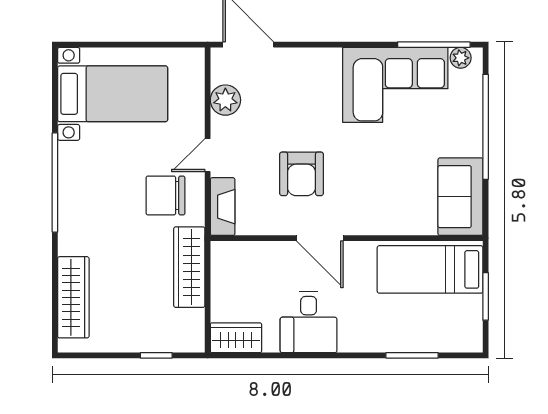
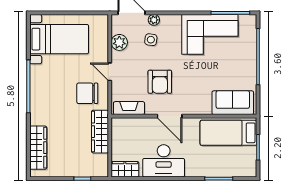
plant: (461, 58) -> (154, 20), moved
side table: (285, 95) -> (151, 40), added
door: (208, 155) -> (110, 72), hinge flipped
sofa: (460, 197) -> (233, 103), moved, turned 90
fireplace: (223, 207) -> (129, 108), moved, turned -90
desk: (309, 322) -> (164, 161), width x1.37

